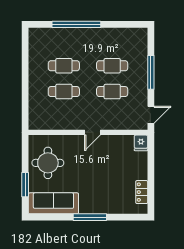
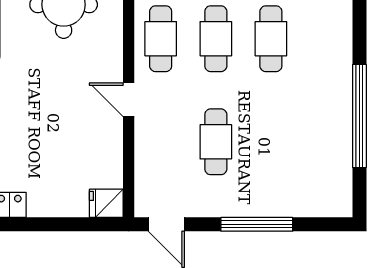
window: (76, 24) -> (359, 116), moved
cafe table: (112, 66) -> (161, 39), moved

